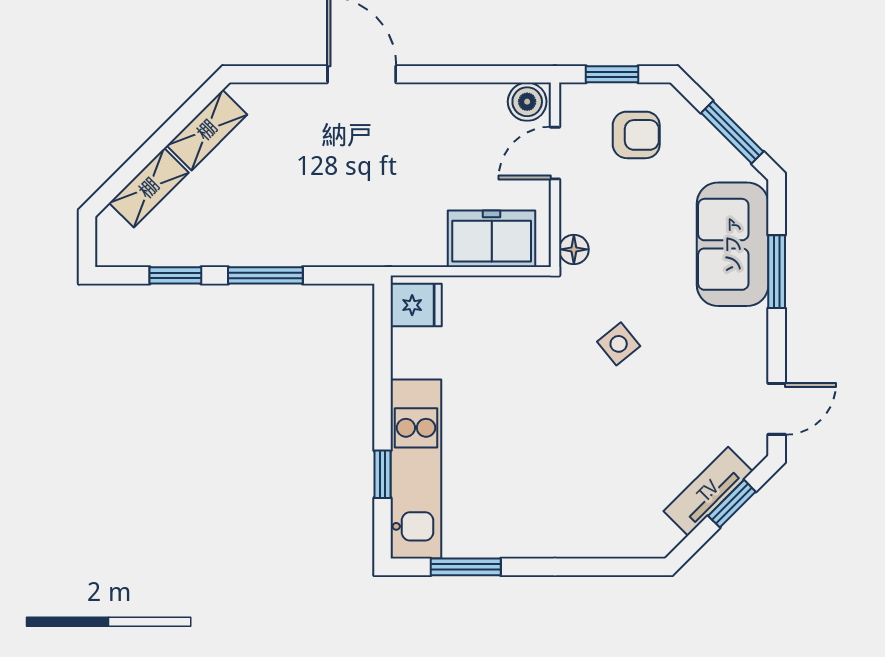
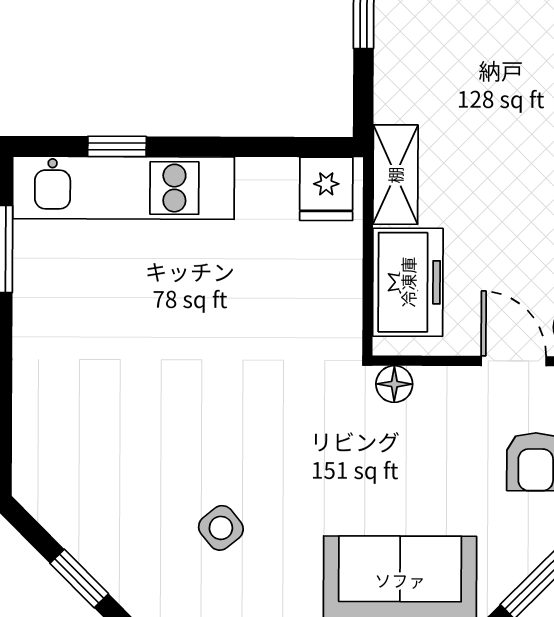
shelving: (404, 249) -> (395, 175), added
side table: (619, 344) -> (221, 528), moved
tv unit: (708, 491) -> (95, 549), removed

